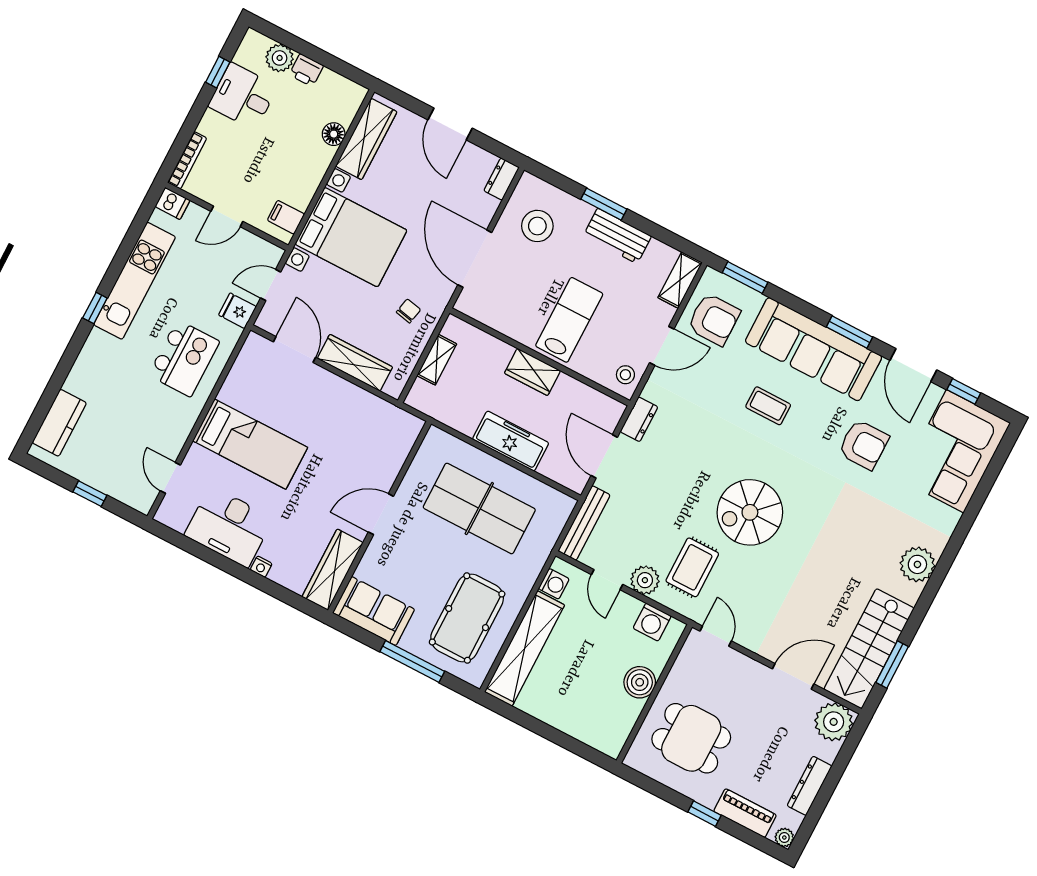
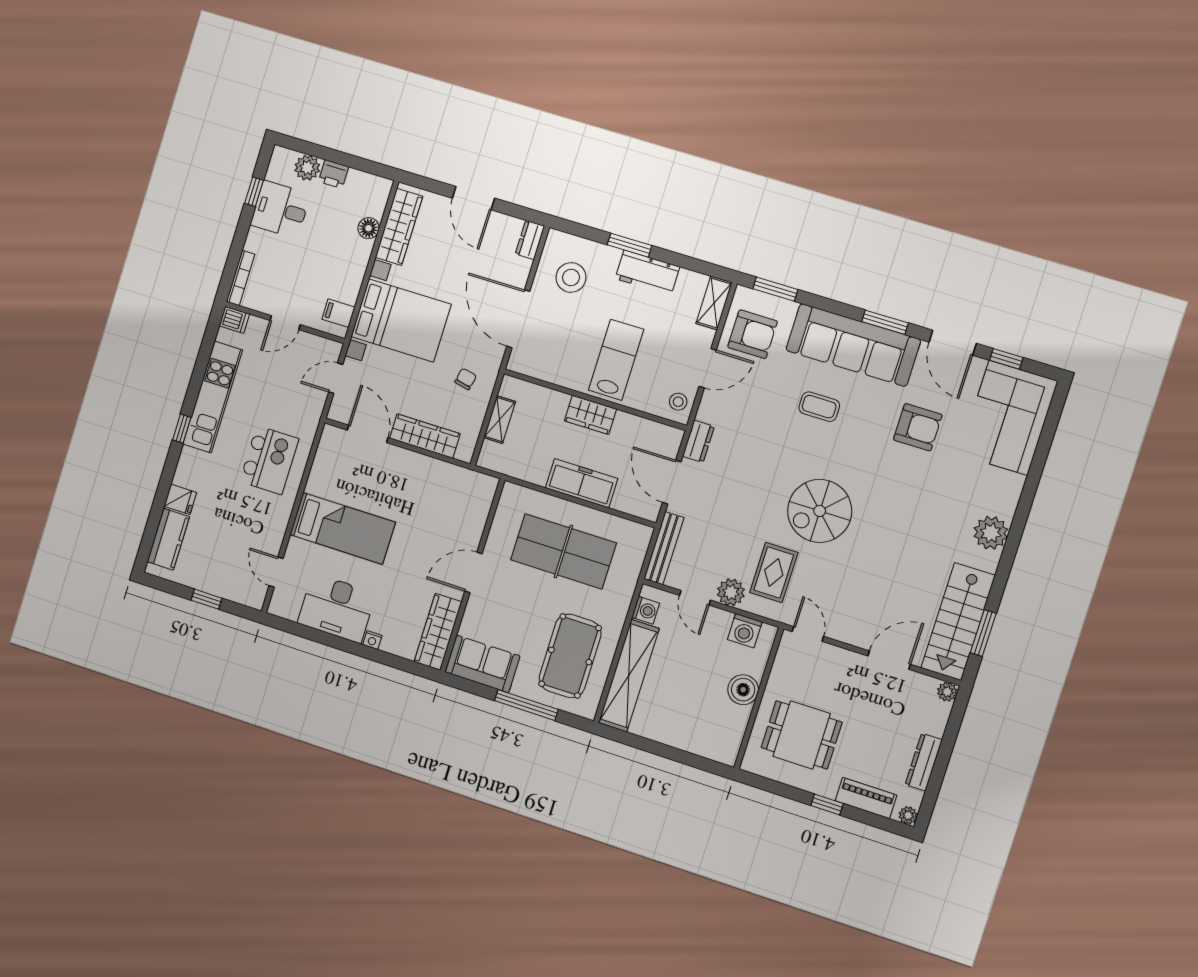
fridge: (238, 311) -> (180, 499), moved, turned 180
plant: (834, 722) -> (947, 692), width x0.53, depth x0.53

